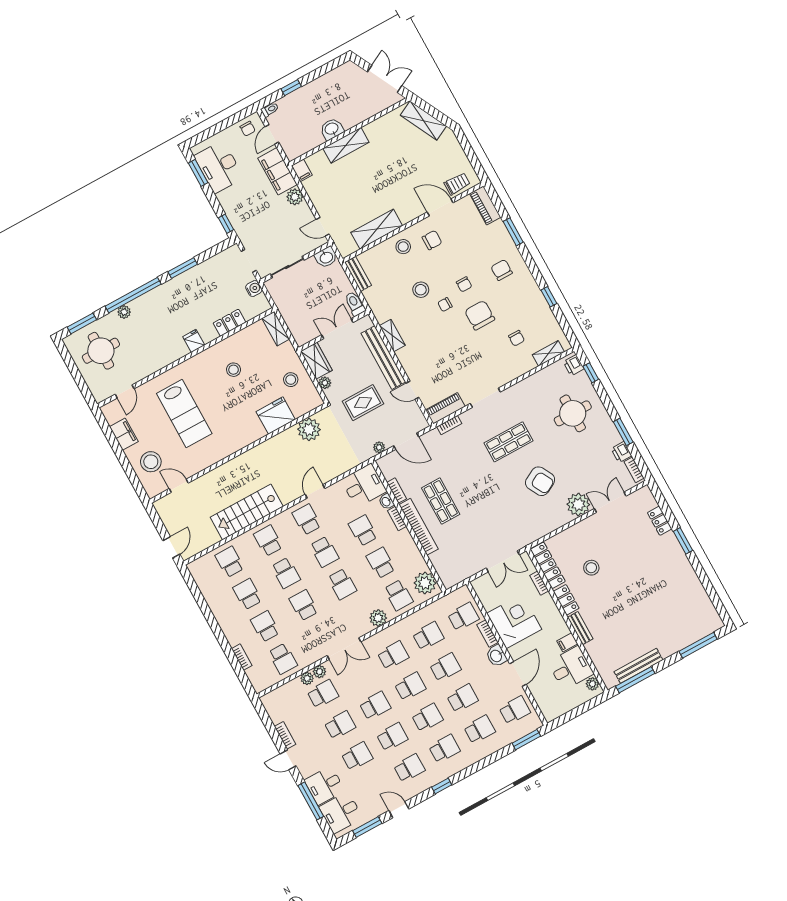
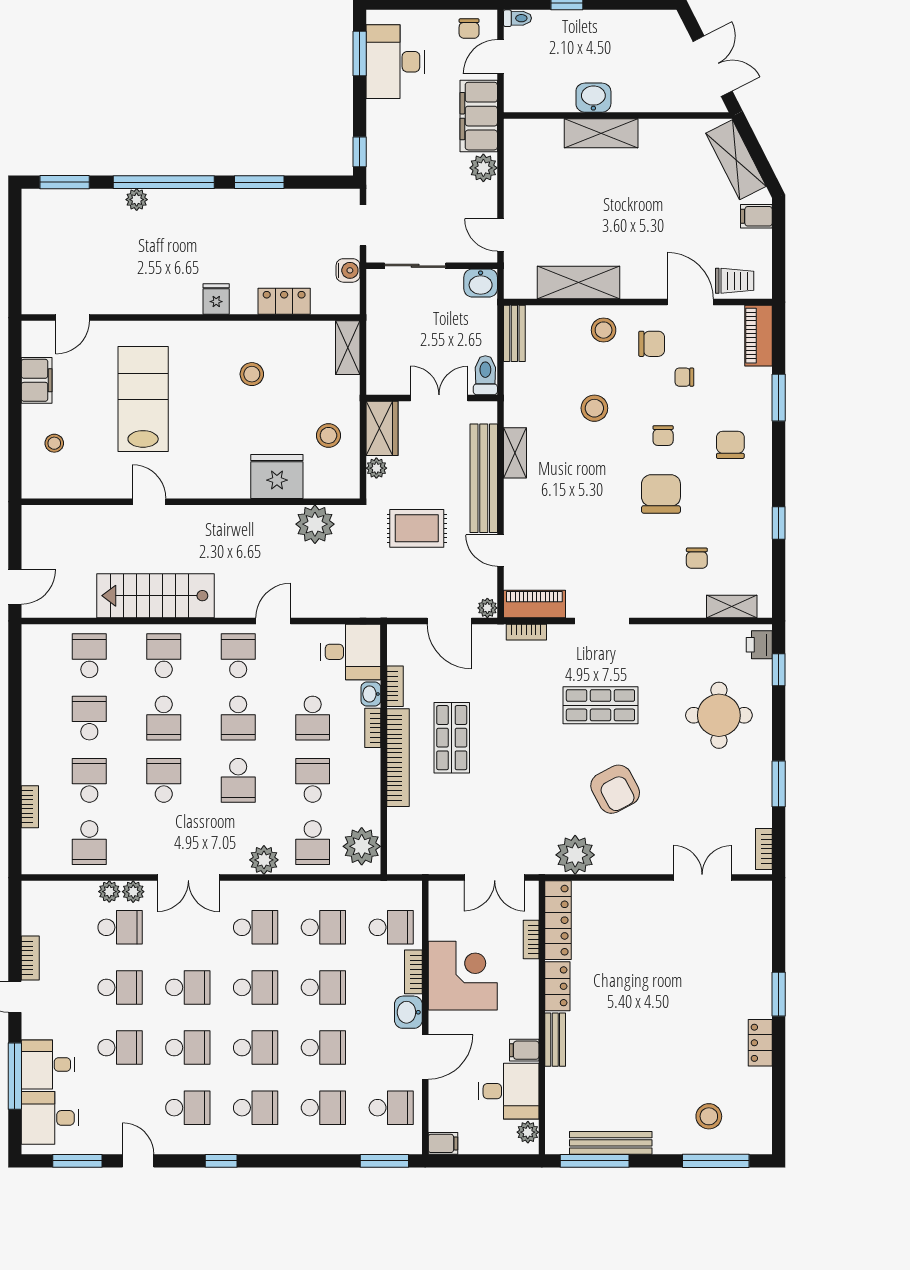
filing cabinet: (302, 170) -> (756, 216), moved, turned 90
chair: (445, 305) -> (684, 377), moved
round table: (101, 351) -> (71, 238), removed
lab bench: (184, 414) -> (143, 399), turned 180
plant: (379, 447) -> (487, 608), moved
printer: (621, 452) -> (759, 812), removed
stool: (151, 462) -> (54, 443), width x0.53, depth x0.53
door: (179, 486) -> (149, 502), moved
plant: (578, 504) -> (575, 855), moved
locker: (660, 521) -> (760, 1043), moved
school desk: (363, 531) -> (313, 718), turned 180
stool: (591, 568) -> (709, 1116), moved
filing cabinet: (552, 714) -> (443, 1143), added

